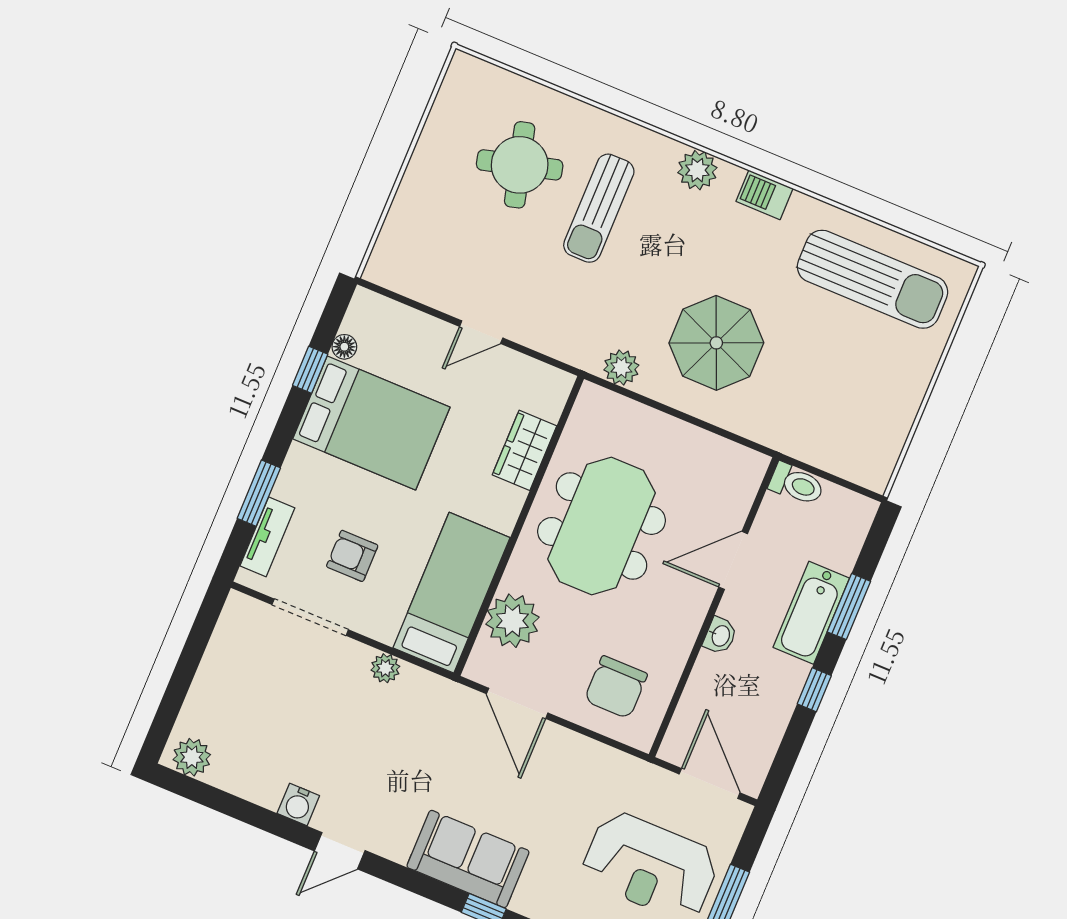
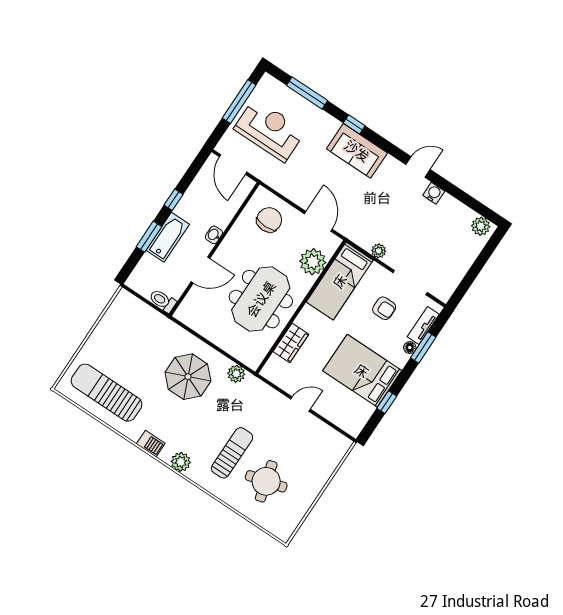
floor lamp: (344, 347) -> (410, 348), moved

